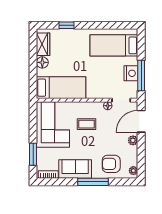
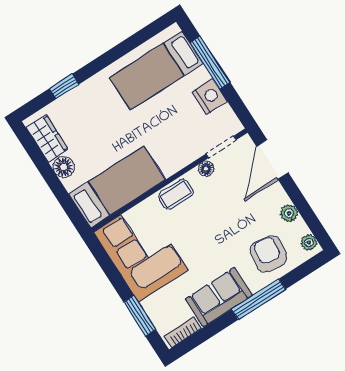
window: (141, 75) -> (210, 63), moved
coffee table: (87, 124) -> (176, 194), moved
plant: (133, 140) -> (289, 213), moved
armchair: (111, 164) -> (268, 254), turned 99

